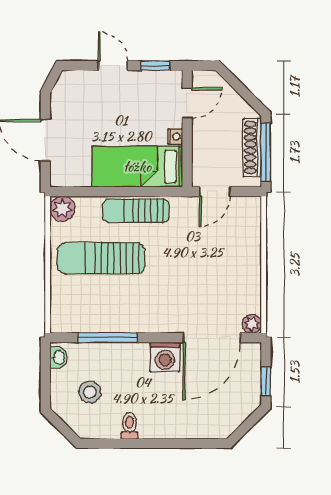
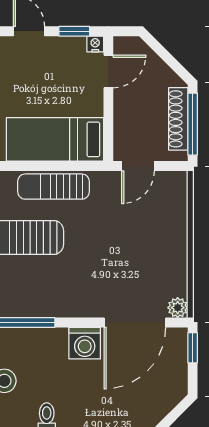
nightstand: (175, 137) -> (95, 44), moved, turned -90
window: (266, 381) -> (193, 348), moved

